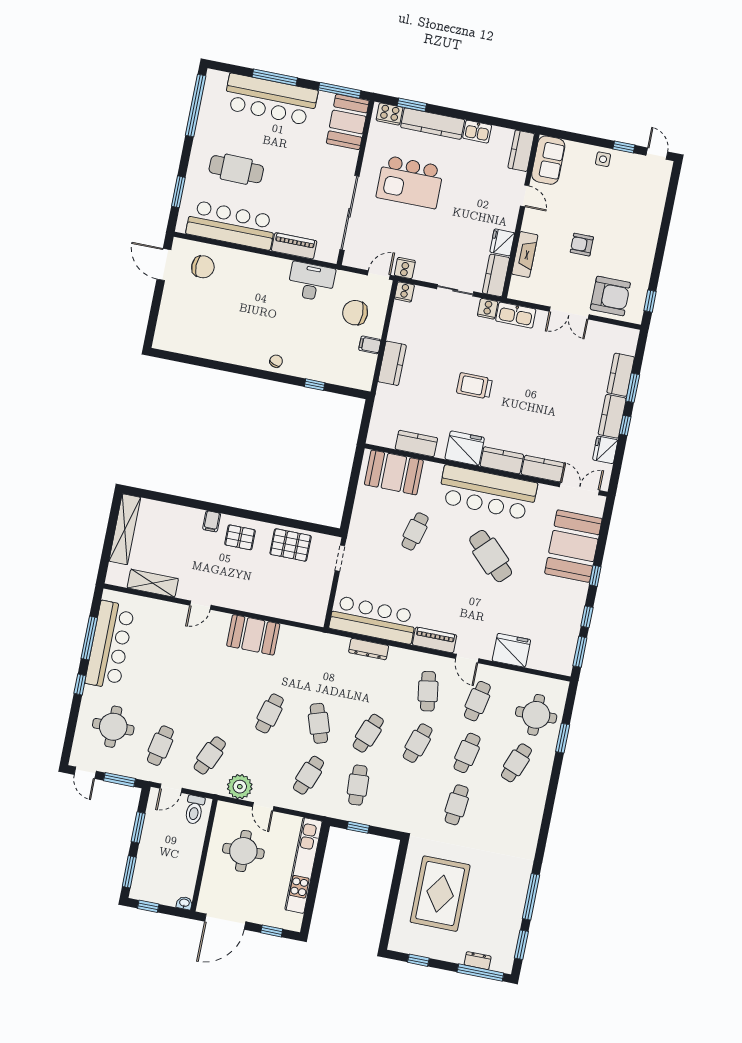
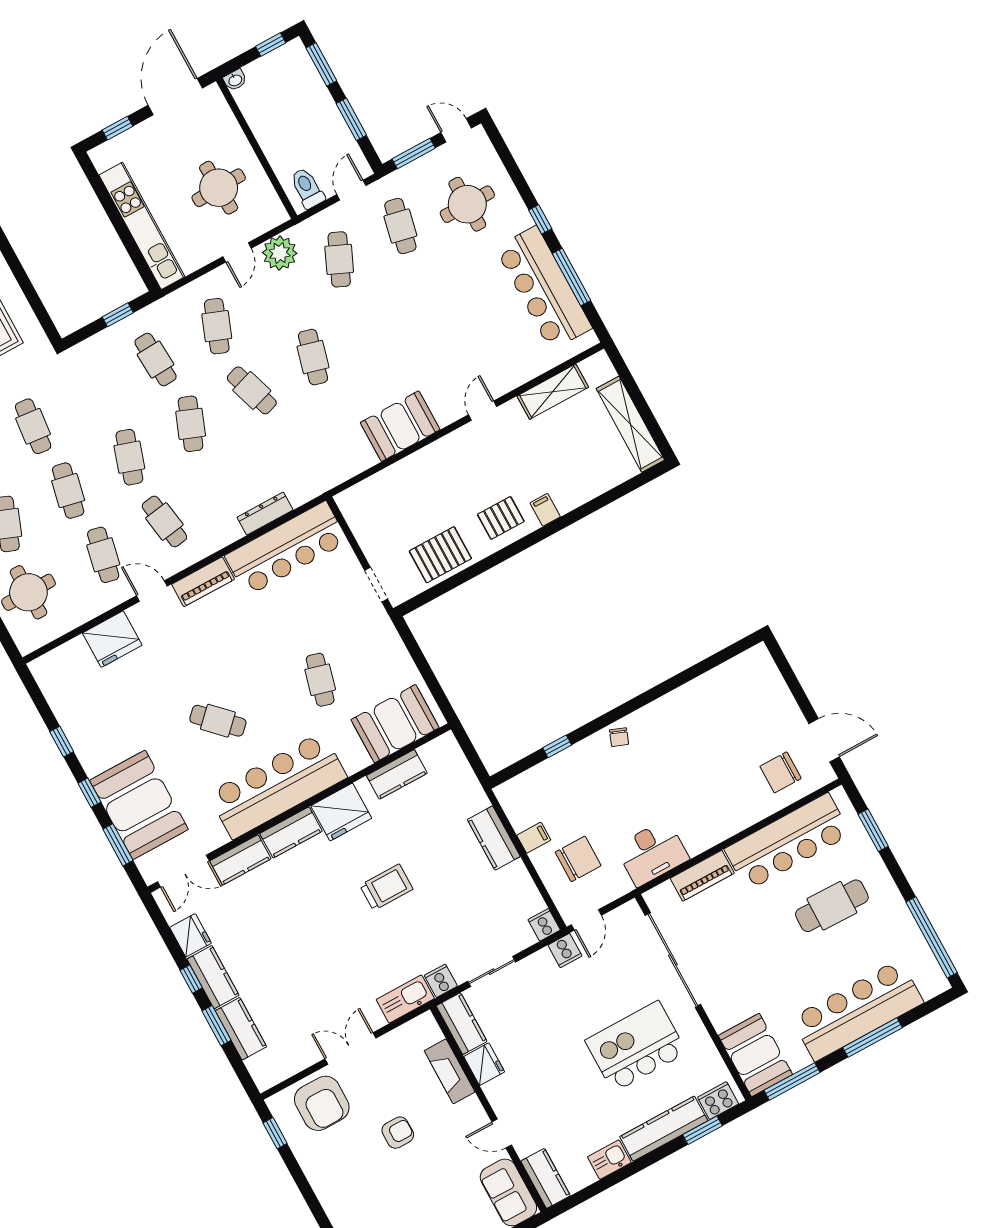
armchair: (610, 296) -> (322, 1103), turned -90
cafe table: (491, 556) -> (218, 721), width x0.73, depth x0.74
window: (580, 652) -> (118, 845), moved
door: (263, 807) -> (237, 252), swing flipped

